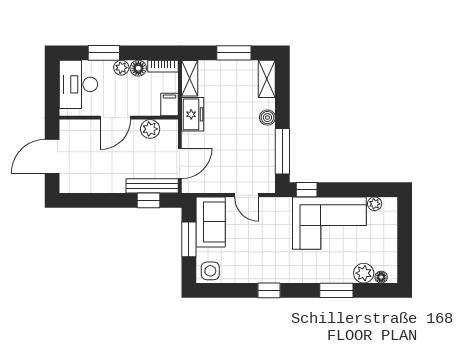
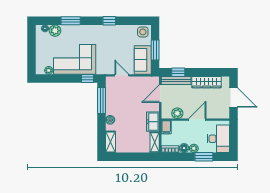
window: (234, 53) -> (129, 157), removed
door: (52, 156) -> (233, 98), hinge flipped
wardrobe: (99, 183) -> (207, 82), added

